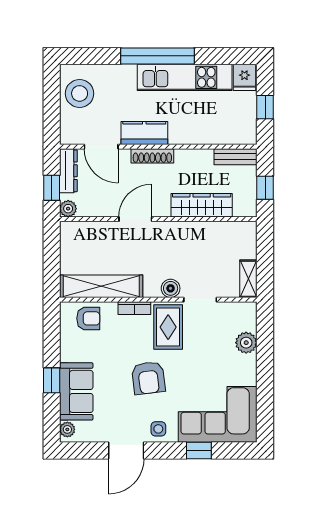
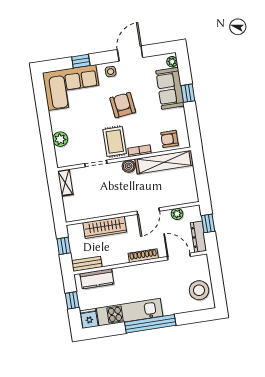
kitchen counter: (144, 133) -> (97, 279), moved
plant: (68, 209) -> (177, 214), moved
boiler: (171, 288) -> (129, 166), moved

